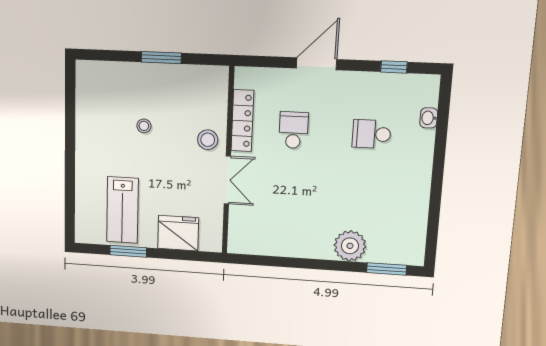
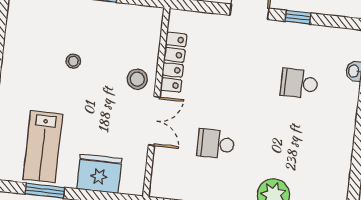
window: (394, 67) -> (298, 17), moved
school desk: (293, 130) -> (216, 144), moved, turned -90

